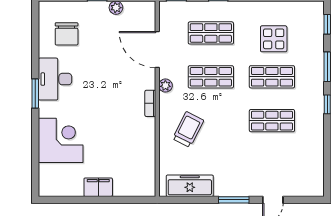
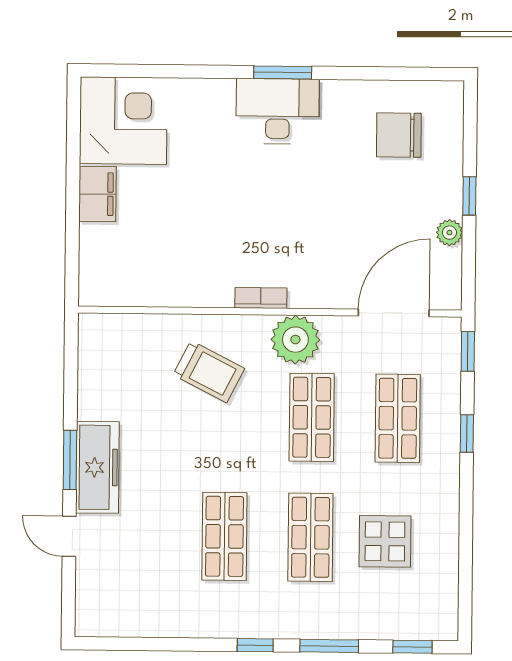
door: (157, 50) -> (394, 313), moved
desk: (55, 79) -> (278, 111), moved
plant: (165, 86) -> (295, 340), width x1.87, depth x1.87
corner desk: (61, 140) -> (123, 121), moved, turned -90
freezer: (190, 186) -> (97, 467), moved

